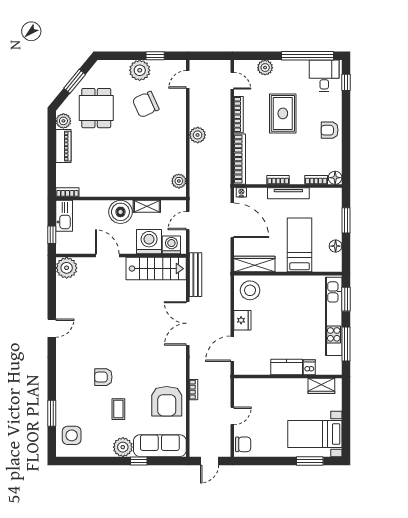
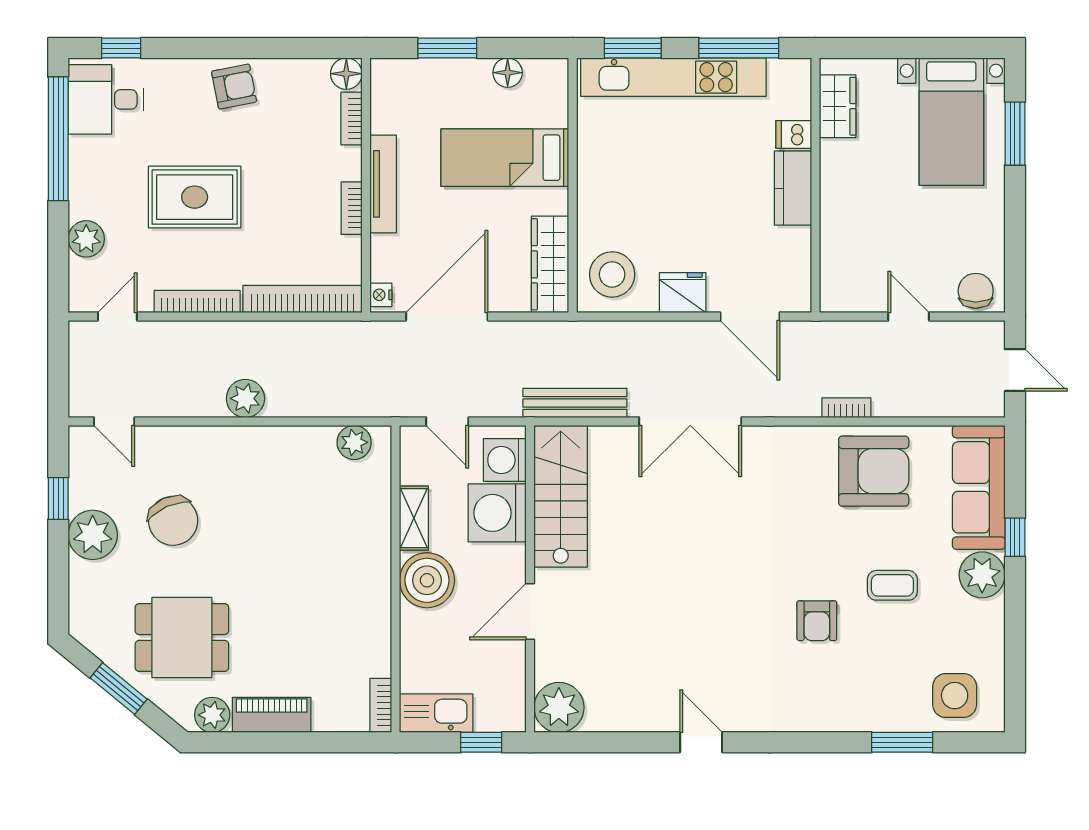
armchair: (330, 130) -> (234, 87), turned -101

